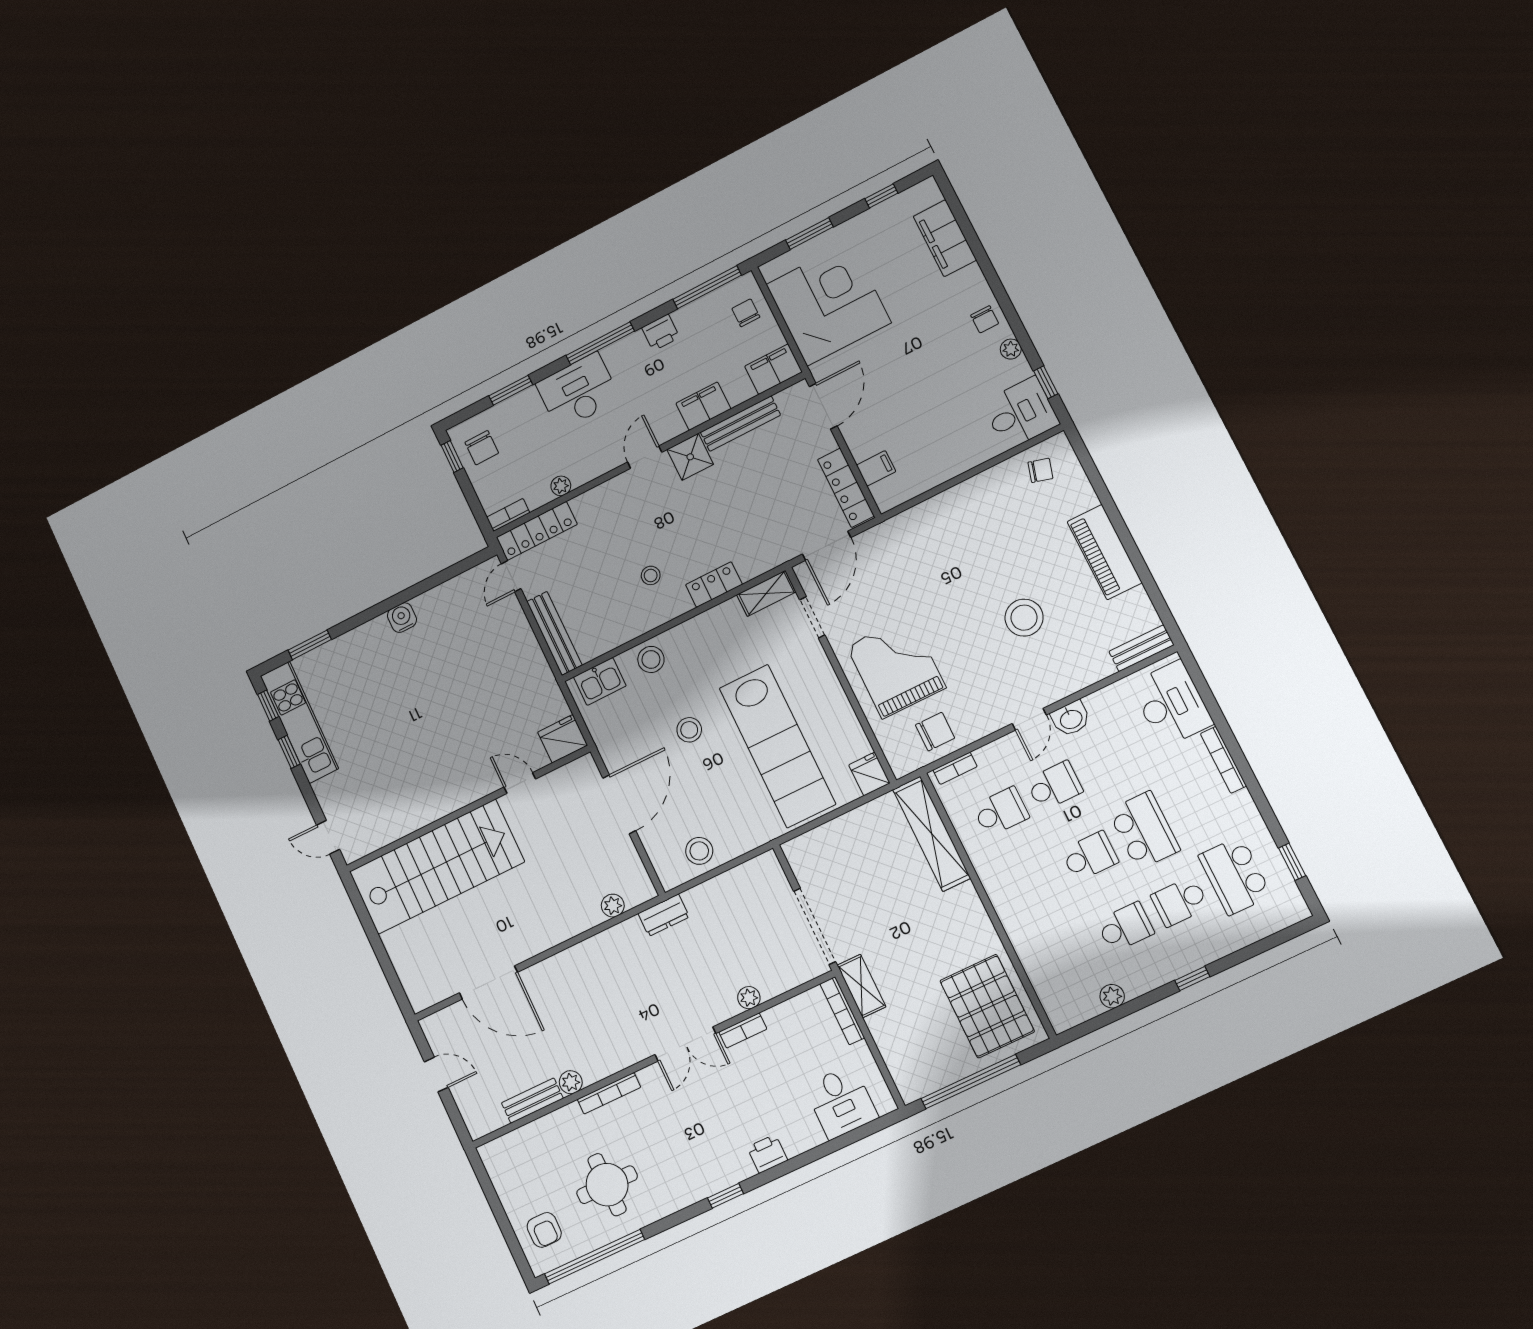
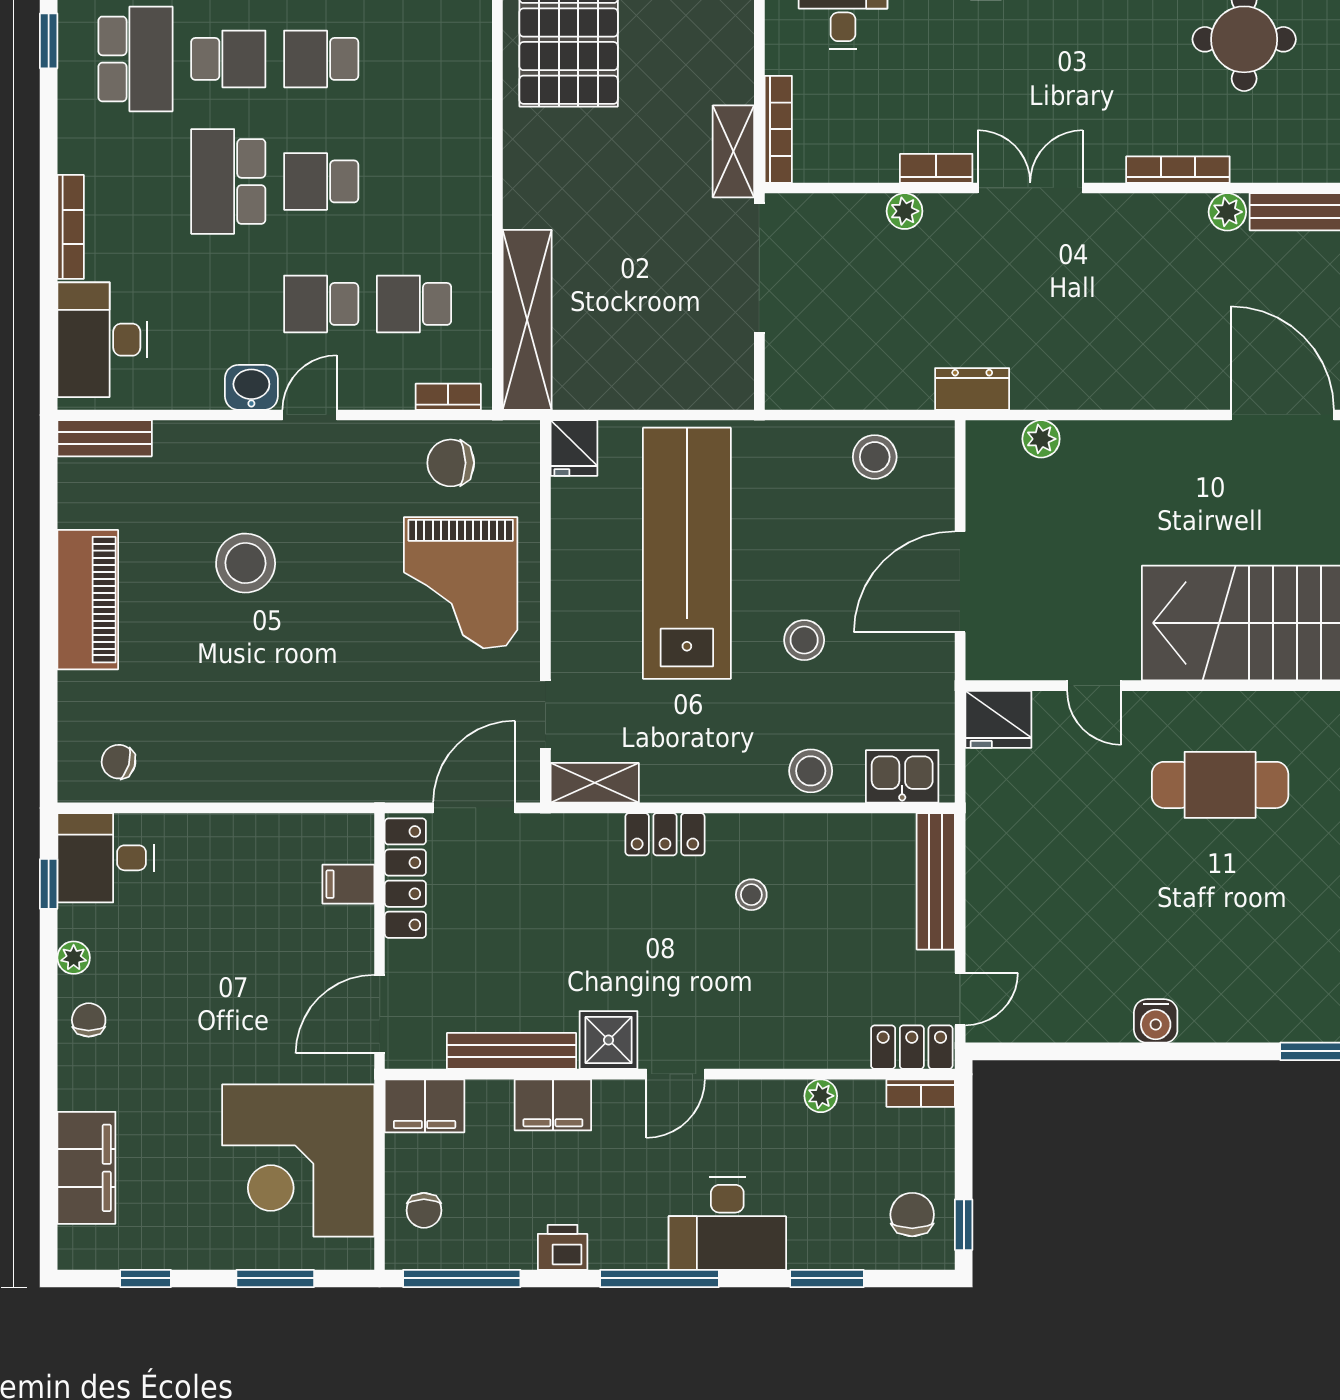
locker: (537, 531) -> (912, 1047), width x0.66
cafe table: (427, 762) -> (1220, 785), added

